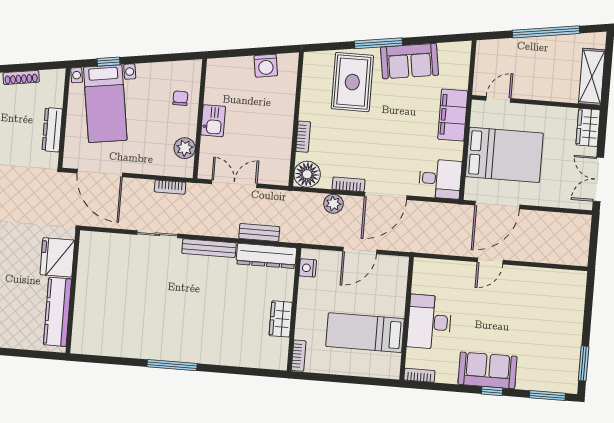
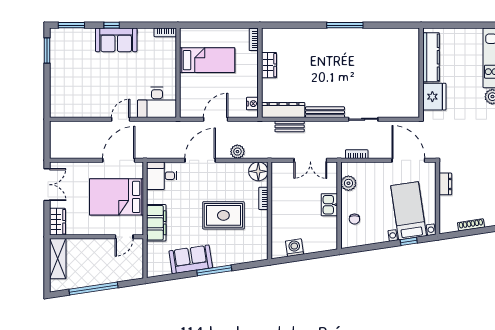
rug: (352, 82) -> (223, 215), moved, turned 90
dresser: (52, 130) -> (445, 184), width x0.70
bookcase: (349, 184) -> (228, 167), removed
desk: (429, 322) -> (157, 102), moved, turned 90

